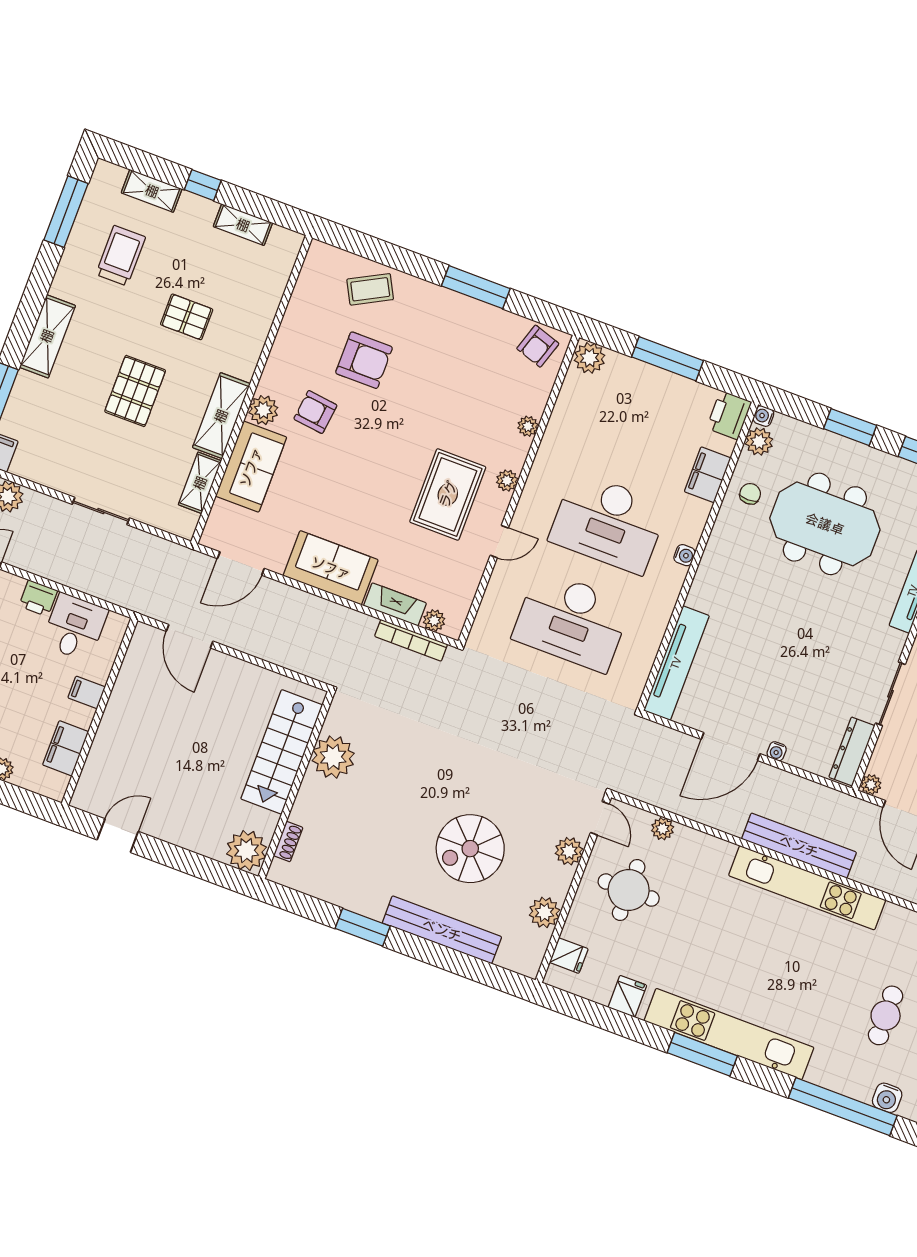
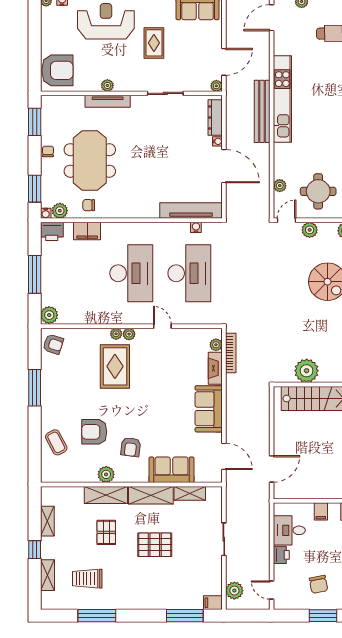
window: (66, 212) -> (97, 616), moved
shelving: (47, 336) -> (106, 495), moved
armchair: (364, 360) -> (94, 432), turned -90
plant: (263, 410) -> (106, 474), moved
plant: (528, 426) -> (116, 334), moved
window: (850, 427) -> (35, 189), moved
chair: (867, 459) -> (48, 151), added
rug: (448, 494) -> (115, 366), moved, turned 90
water cooler: (685, 555) -> (196, 227), moved
dresser: (852, 751) -> (215, 117), moved, turned 90

